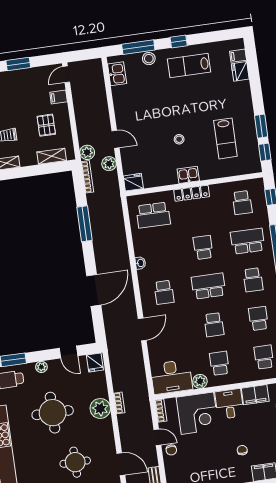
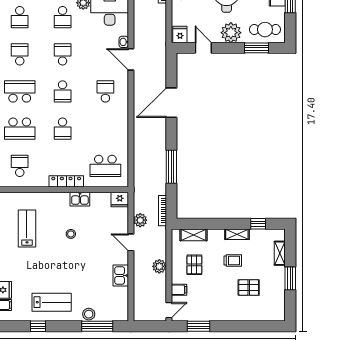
window: (179, 42) -> (38, 326), moved
window: (18, 64) -> (198, 326), moved
kitchen sink: (117, 74) -> (121, 275), moved
plant: (87, 152) -> (159, 266), moved
kitchen sink: (188, 175) -> (80, 199), moved
school desk: (153, 215) -> (105, 166), turned 180
washbasin: (140, 263) -> (124, 42), moved
school desk: (253, 280) -> (20, 91), width x1.85
school desk: (209, 286) -> (63, 91), width x0.54
school desk: (258, 318) -> (20, 54), turned 180
door: (142, 329) -> (131, 59), hinge flipped
plant: (41, 367) -> (231, 33), width x1.87, depth x1.87

